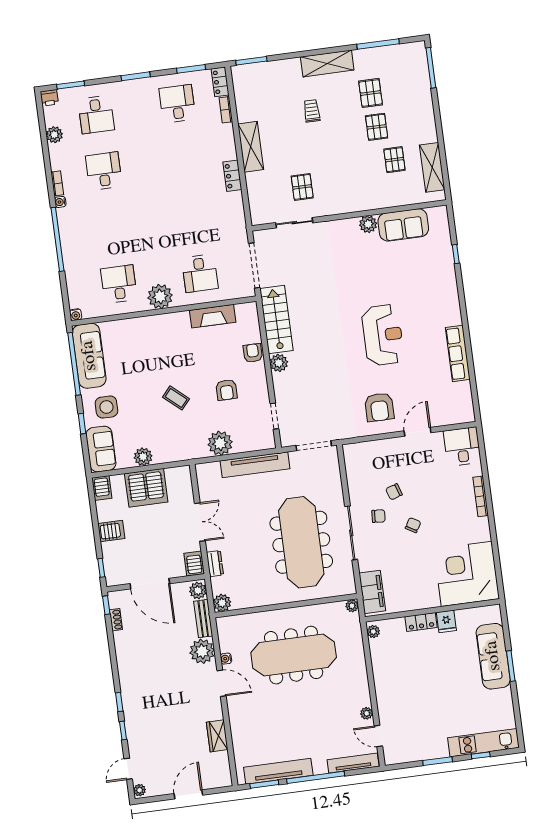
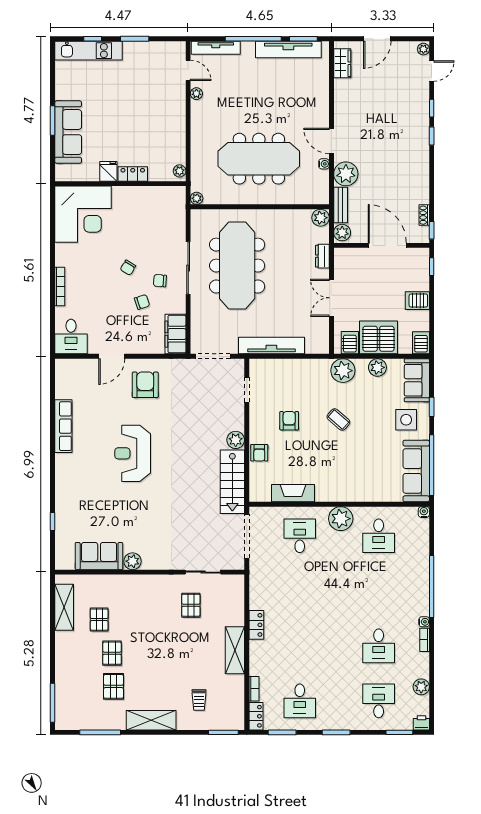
trolley: (312, 111) -> (199, 700), moved
plant: (220, 443) -> (343, 371), moved
server rack: (194, 563) -> (350, 343), moved, turned 180
filing cabinet: (372, 592) -> (175, 334), moved
wardrobe: (217, 736) -> (342, 63), moved

